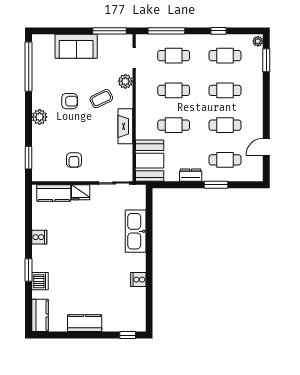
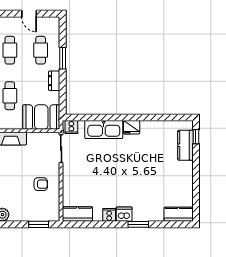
fridge: (81, 192) -> (132, 127), moved, turned 90
kitchen counter: (54, 193) -> (77, 214), moved, turned -90
cooker: (138, 280) -> (71, 127), moved
dishwasher: (40, 281) -> (124, 214), moved
kitchen counter: (85, 323) -> (185, 145), moved

